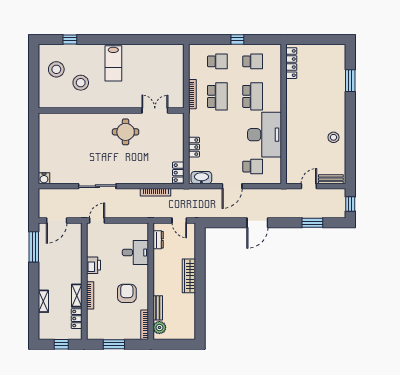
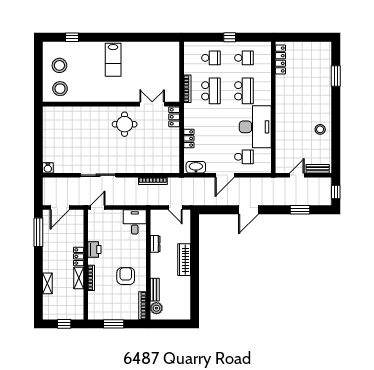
stool: (81, 83) -> (60, 89), moved
locker: (178, 173) -> (174, 117), moved
dresser: (158, 240) -> (155, 244), moved
desk: (135, 252) -> (135, 222), moved, turned -90
locker: (77, 319) -> (79, 256), moved

